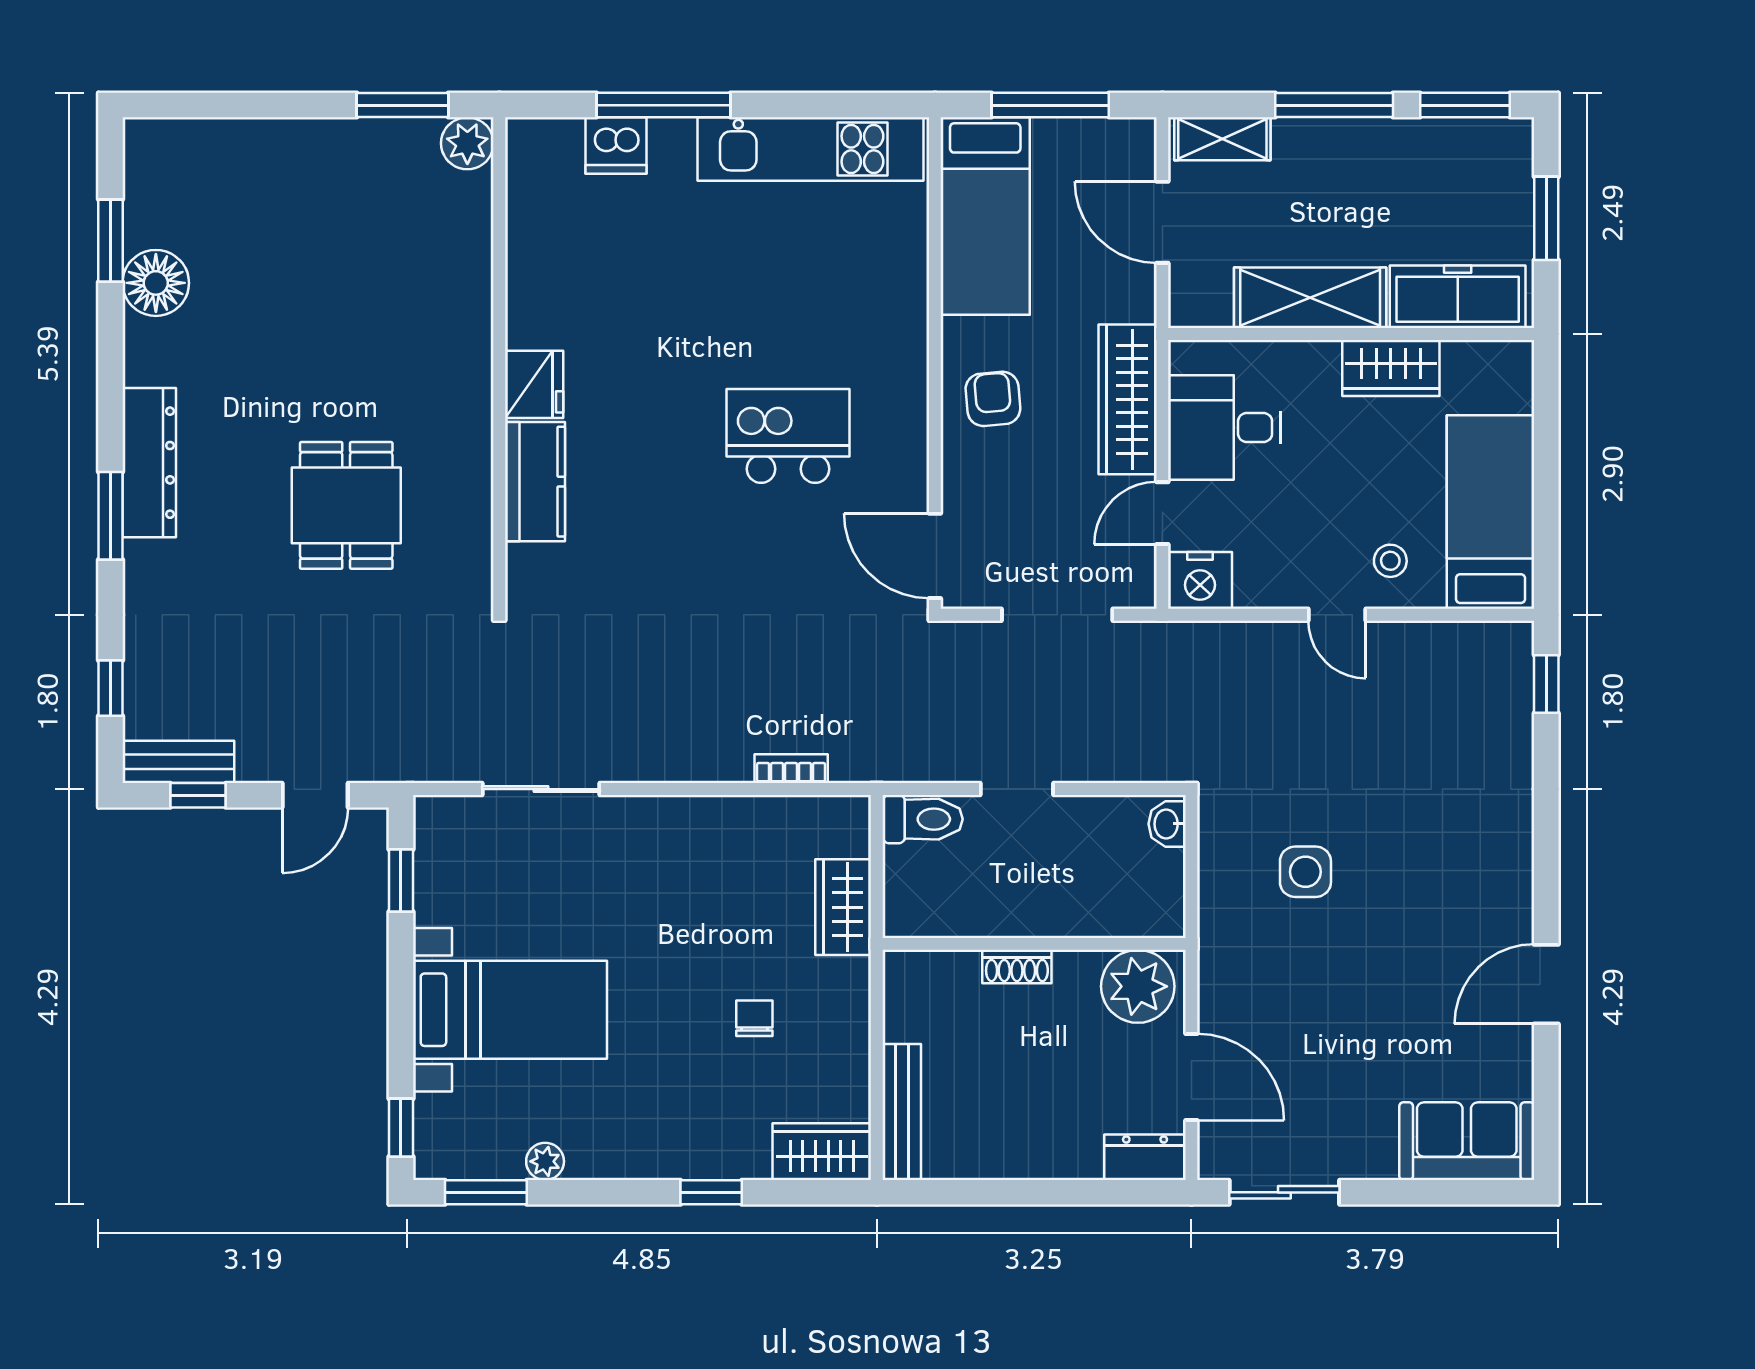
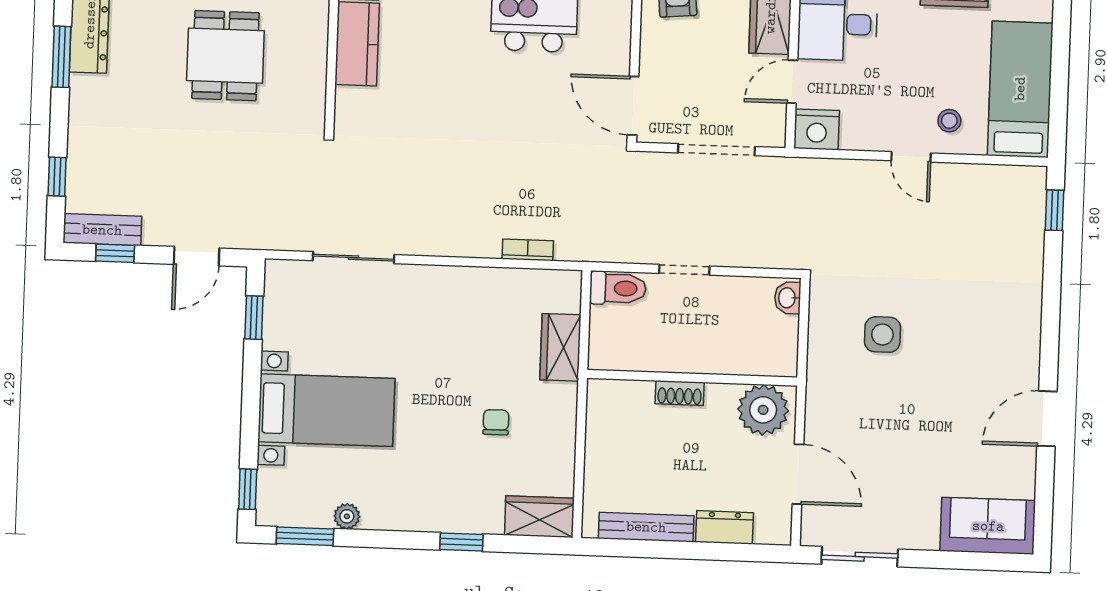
bench: (902, 1112) -> (646, 527), moved, turned 90
dresser: (1145, 1157) -> (724, 527), moved

